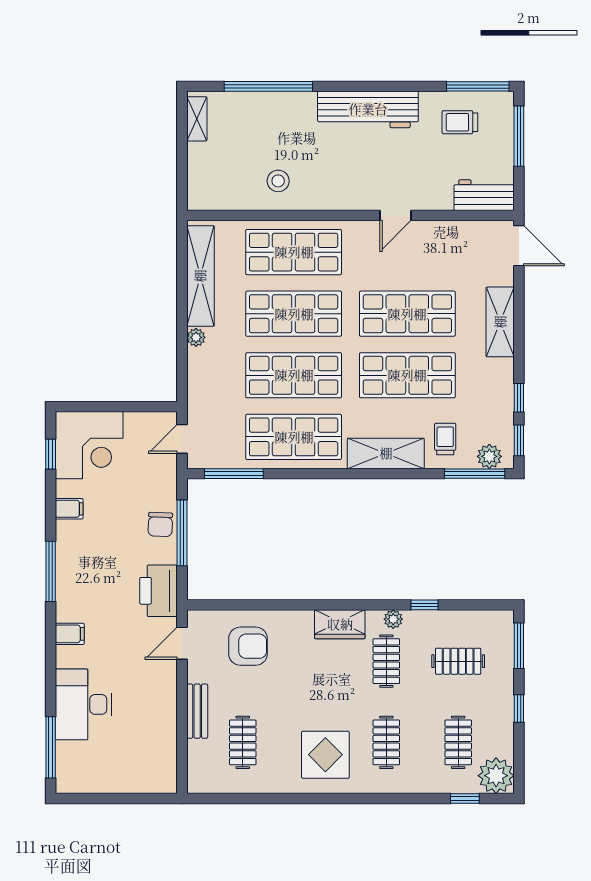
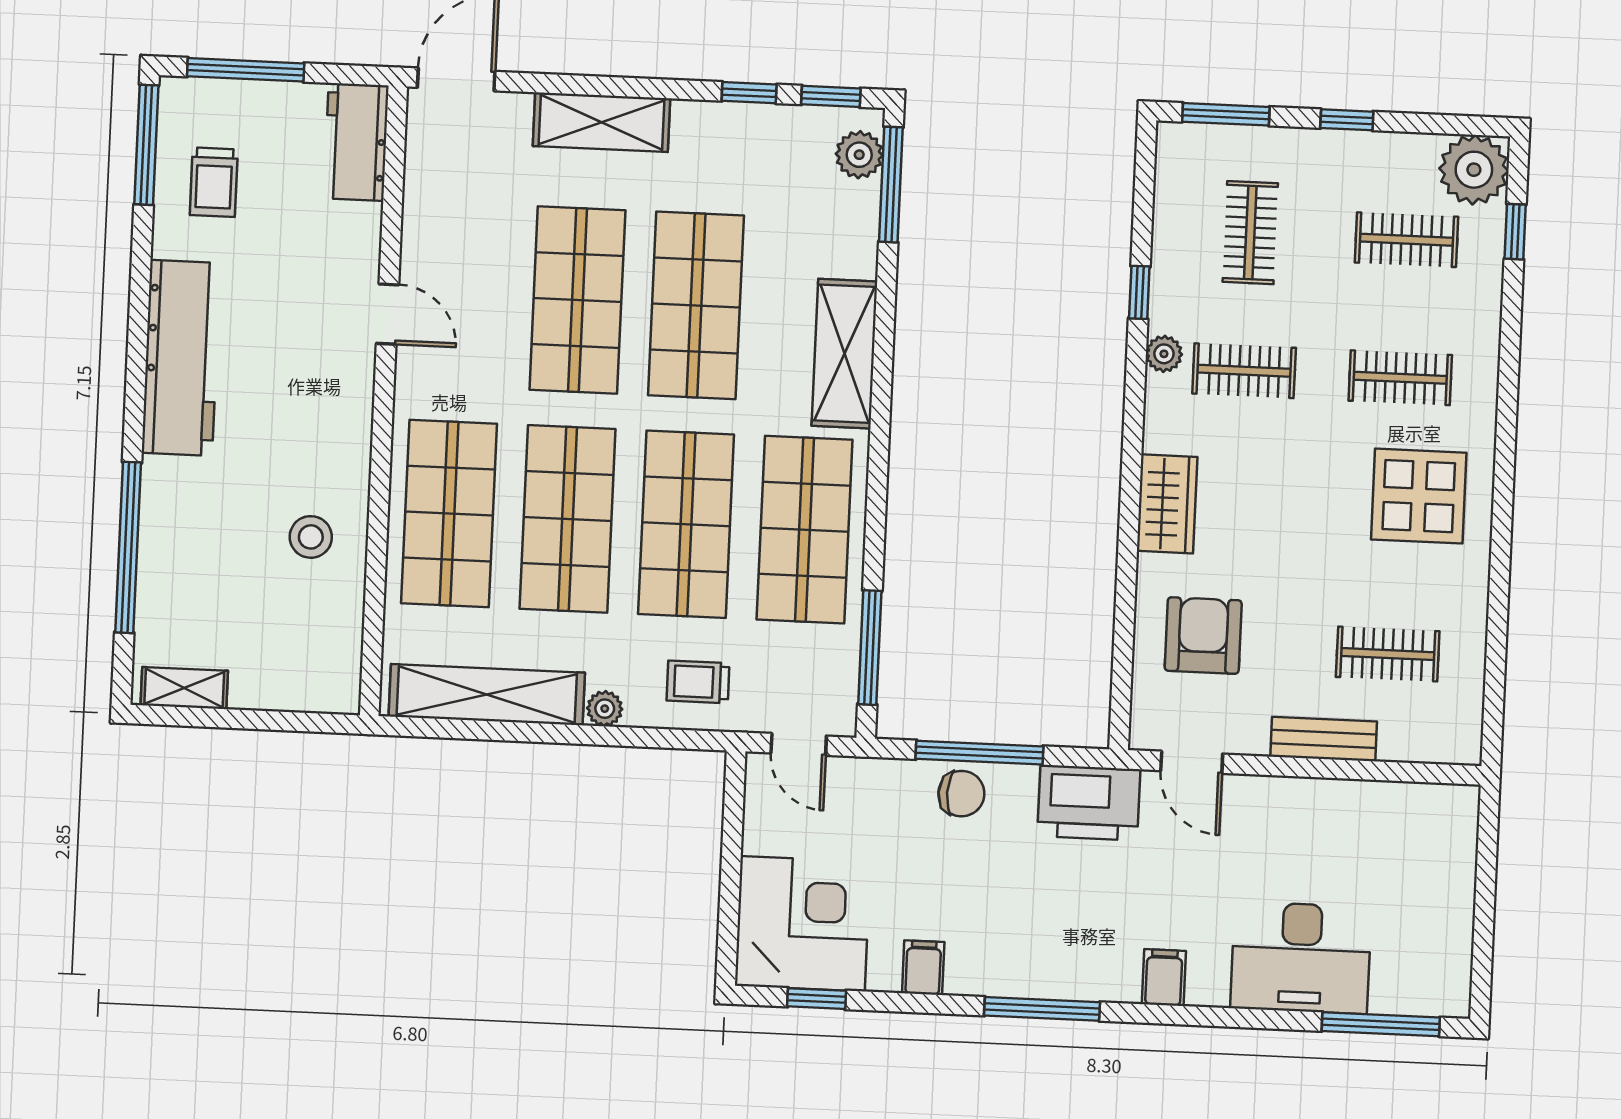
trolley: (445, 439) -> (698, 682), moved
wardrobe: (340, 624) -> (1167, 504), moved

